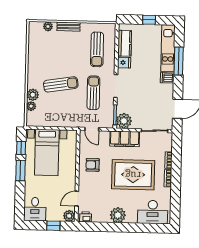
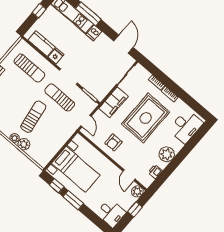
plant: (31, 106) -> (15, 138), moved
plant: (124, 121) -> (100, 92), removed
door: (92, 129) -> (86, 121), hinge flipped
printer: (85, 217) -> (155, 172), moved

